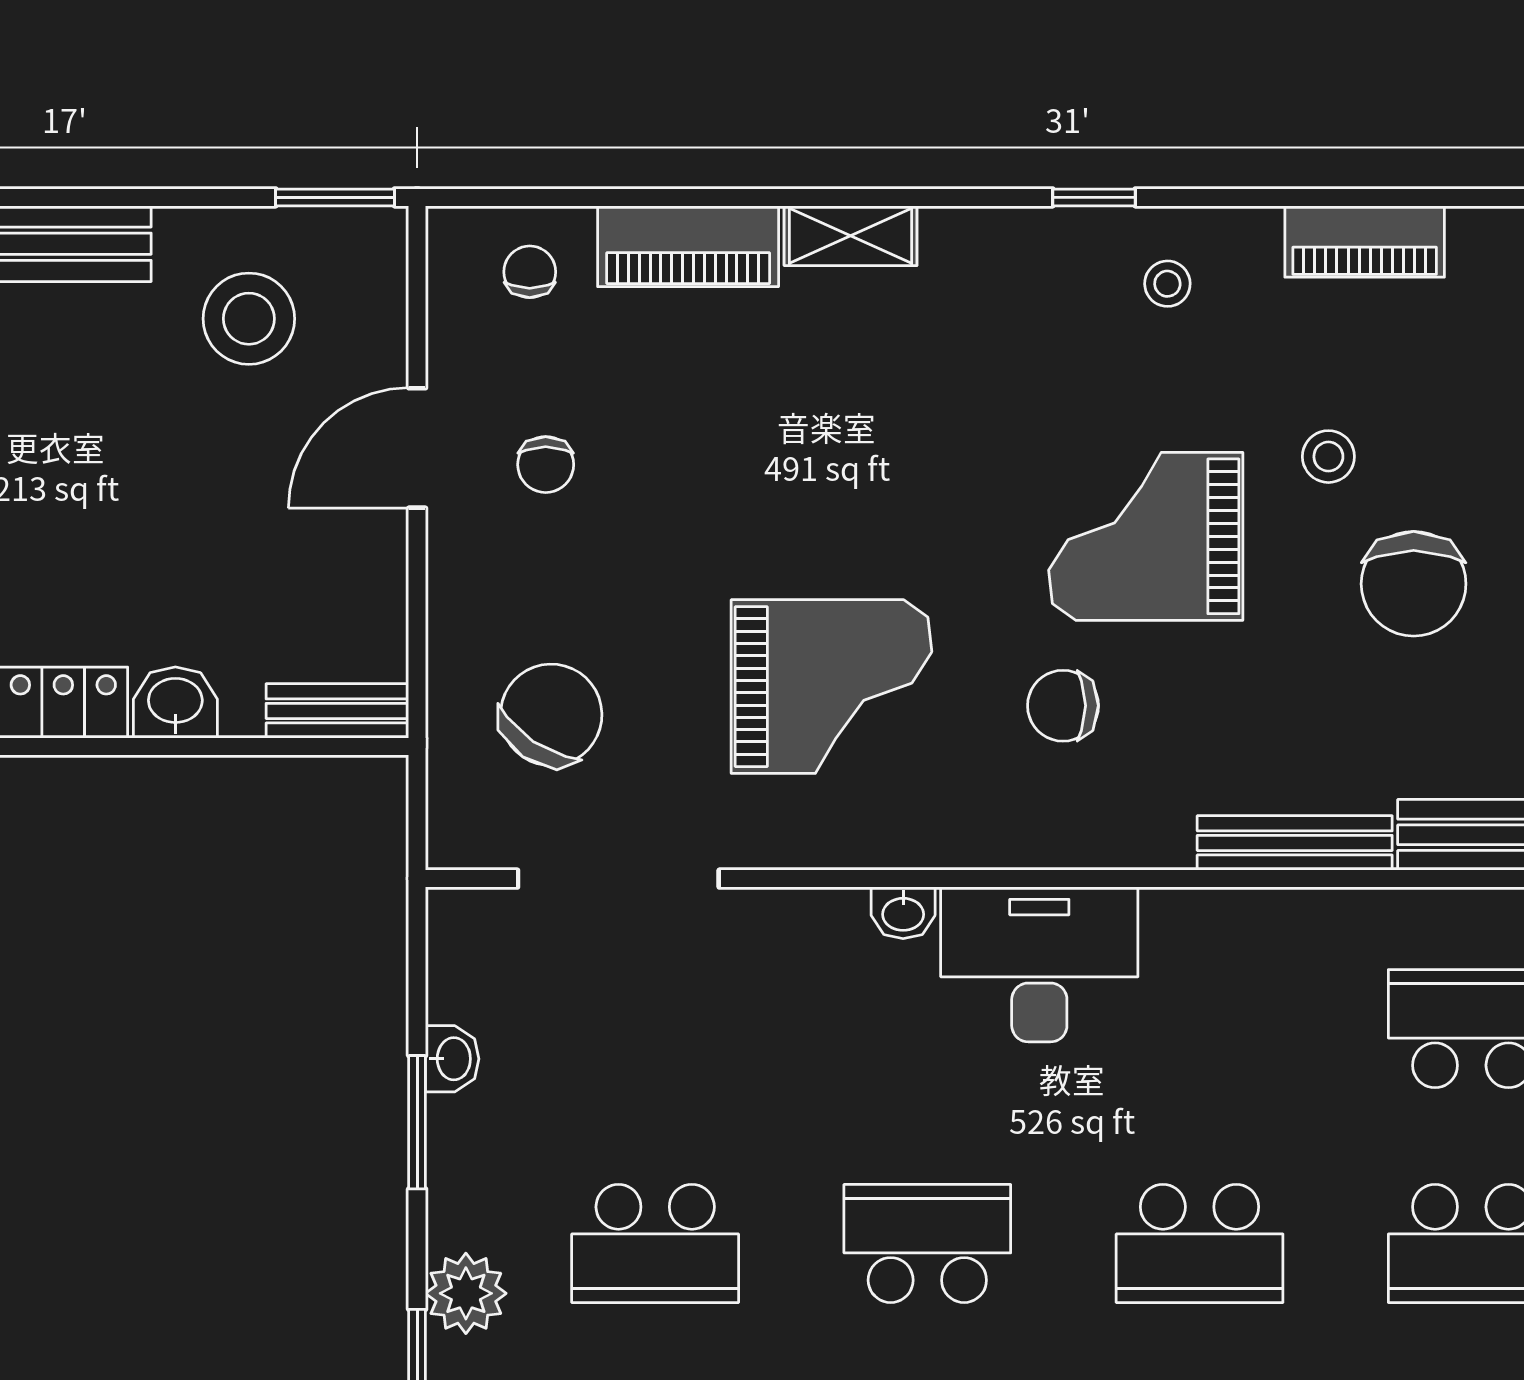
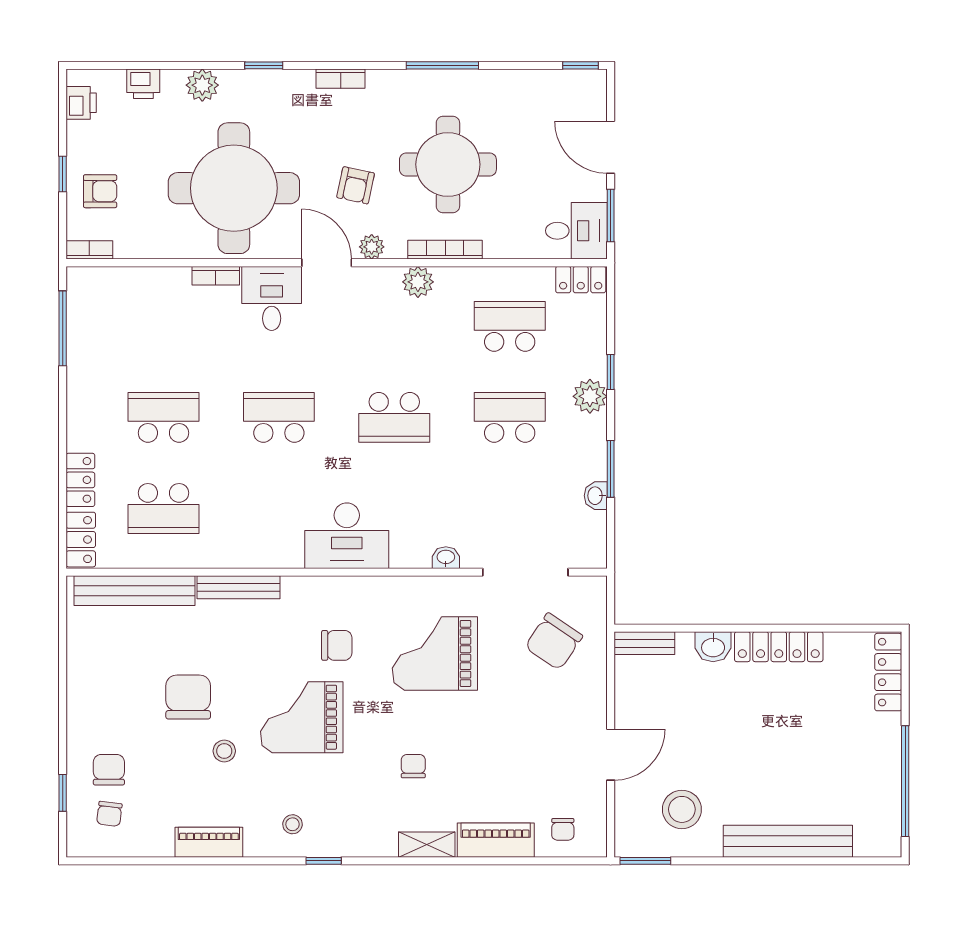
chair: (546, 465) -> (413, 766), moved
grand piano: (1146, 536) -> (302, 717), turned 180
washbasin: (903, 913) -> (446, 558), moved

